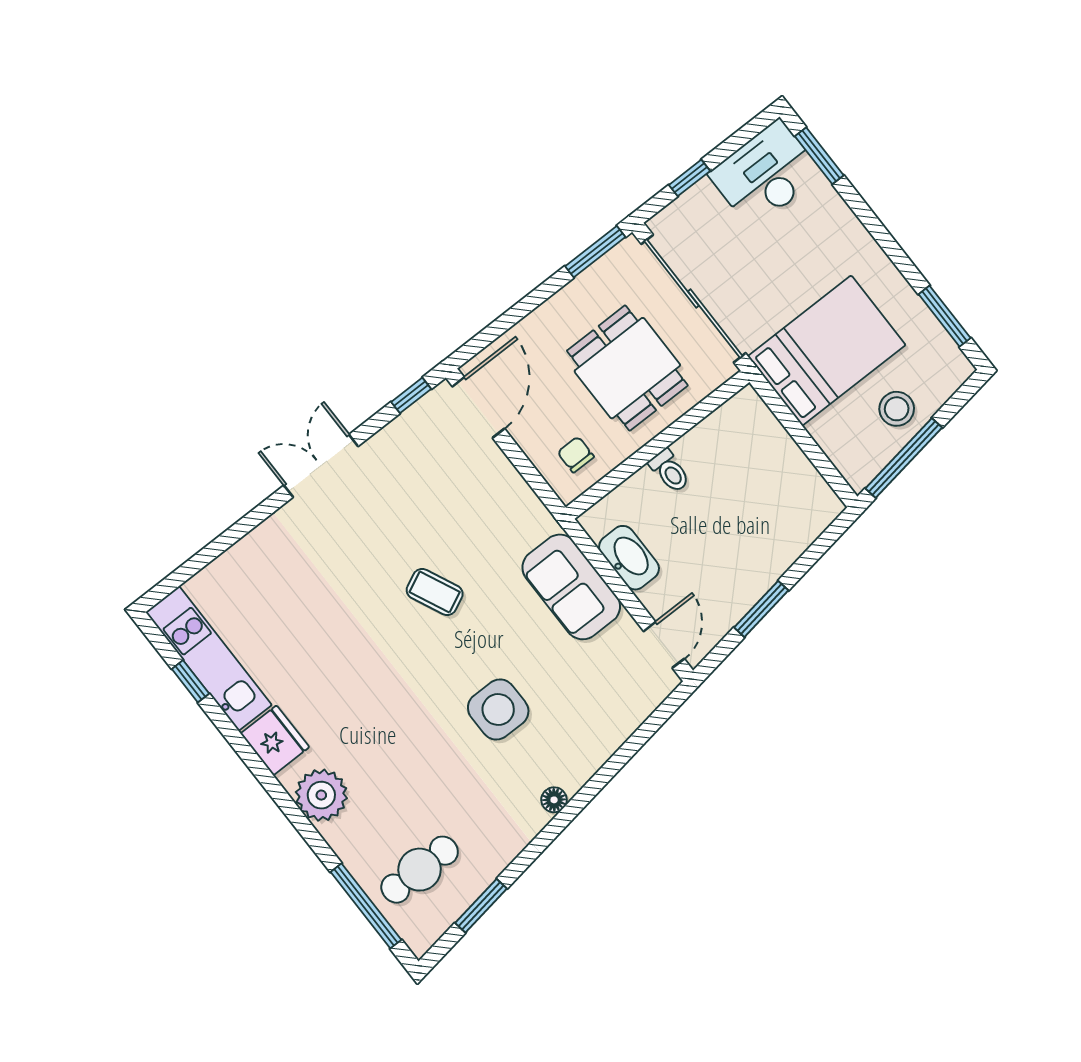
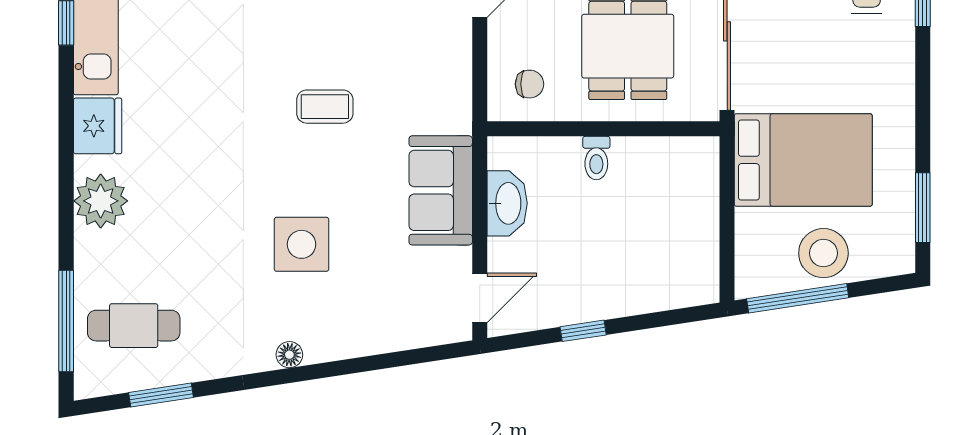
stool: (897, 409) -> (823, 253), width x1.38, depth x1.38
chair: (576, 455) -> (530, 84), turned 90
coffee table: (435, 592) -> (325, 107), turned -65
window: (761, 609) -> (583, 331), width x0.67

